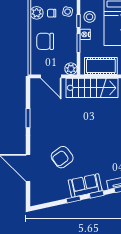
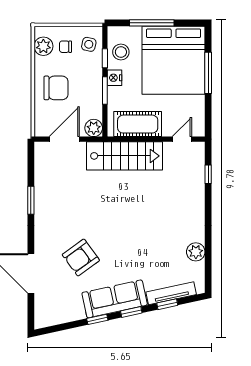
chair: (45, 41) -> (56, 88), turned 180
door: (51, 76) -> (64, 139), swing flipped
sofa: (85, 185) -> (115, 299), width x1.36

